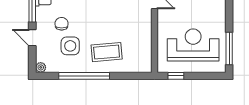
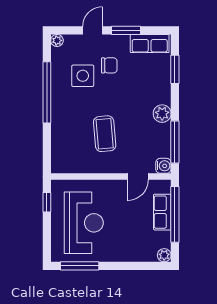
coffee table: (107, 52) -> (105, 134), moved

